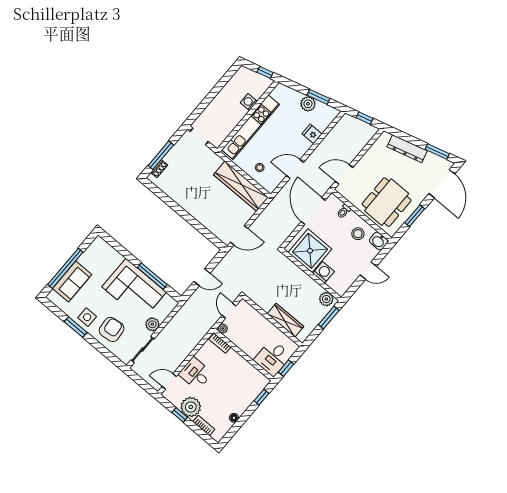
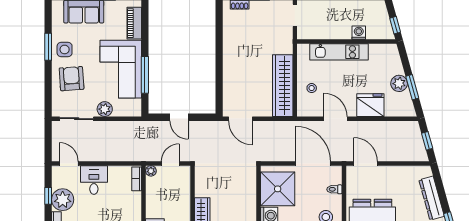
kitchen unit: (251, 127) -> (339, 52), width x0.73
fridge: (312, 134) -> (370, 105), width x1.88, depth x1.34
door: (313, 211) -> (313, 164), hinge flipped
piano: (110, 253) -> (134, 23), added
armchair: (112, 329) -> (72, 79), turned -88

